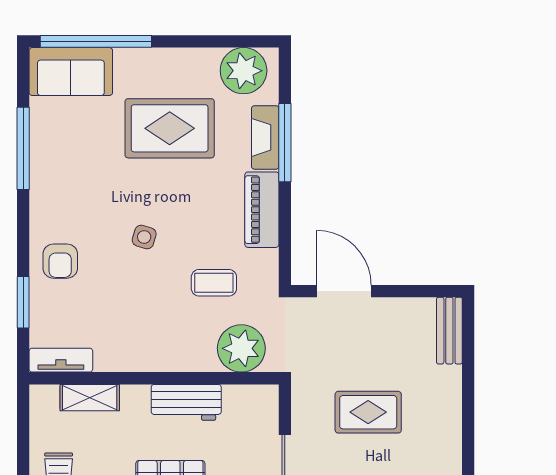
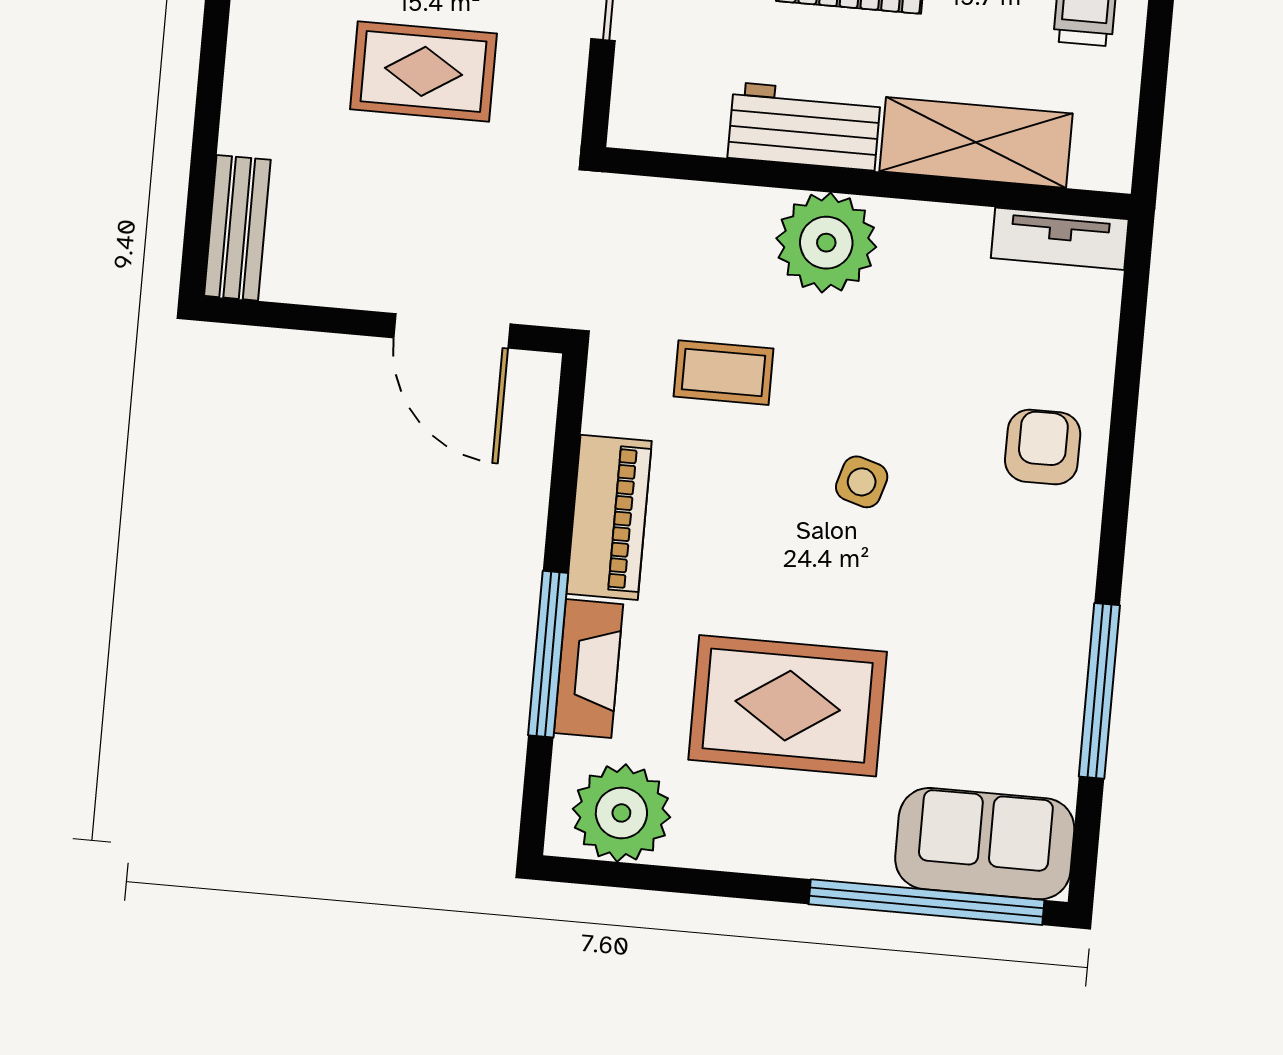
window: (23, 302) -> (1128, 367), removed
plant: (241, 348) -> (826, 243), moved
shelving: (90, 398) -> (976, 142), width x1.50, depth x1.33

